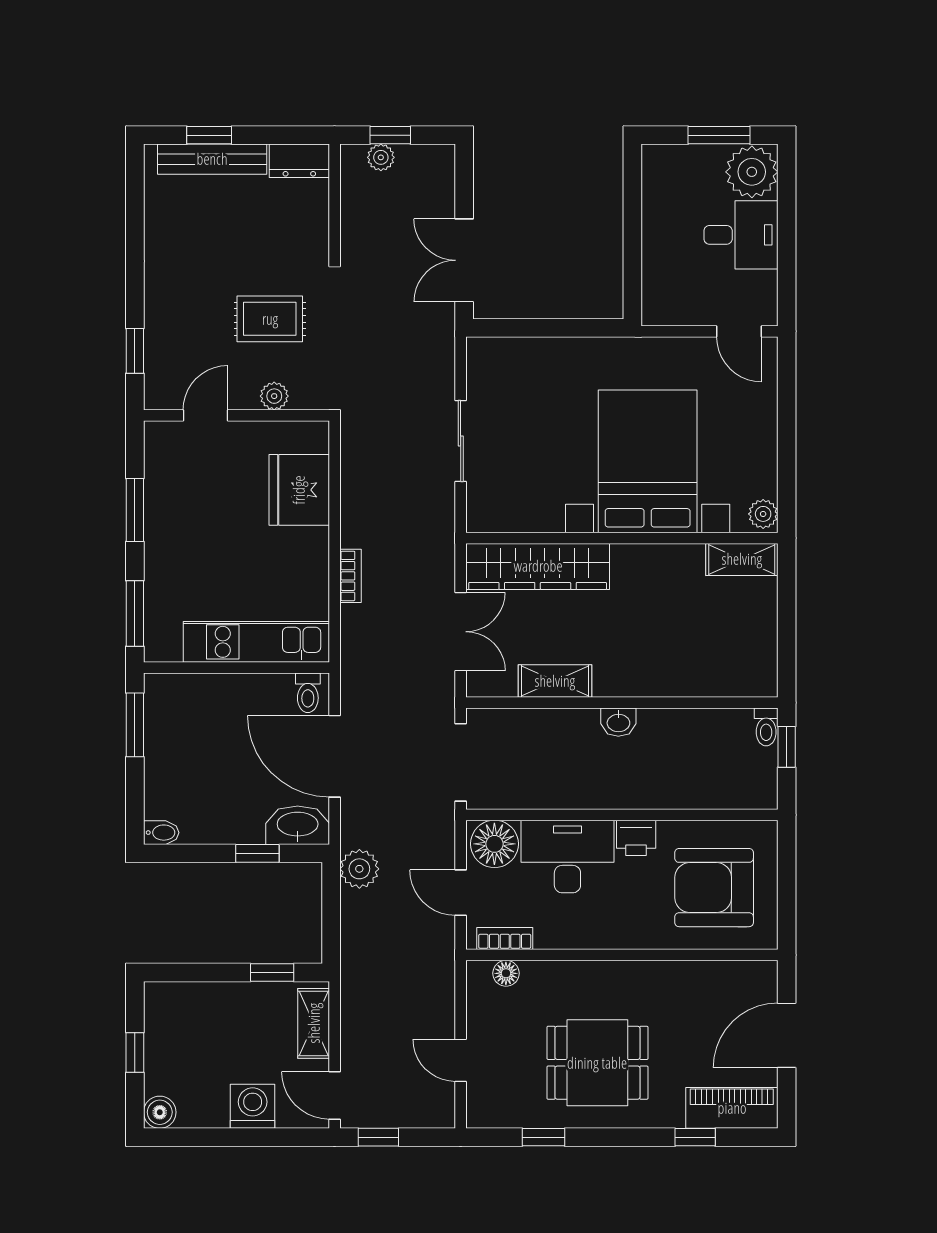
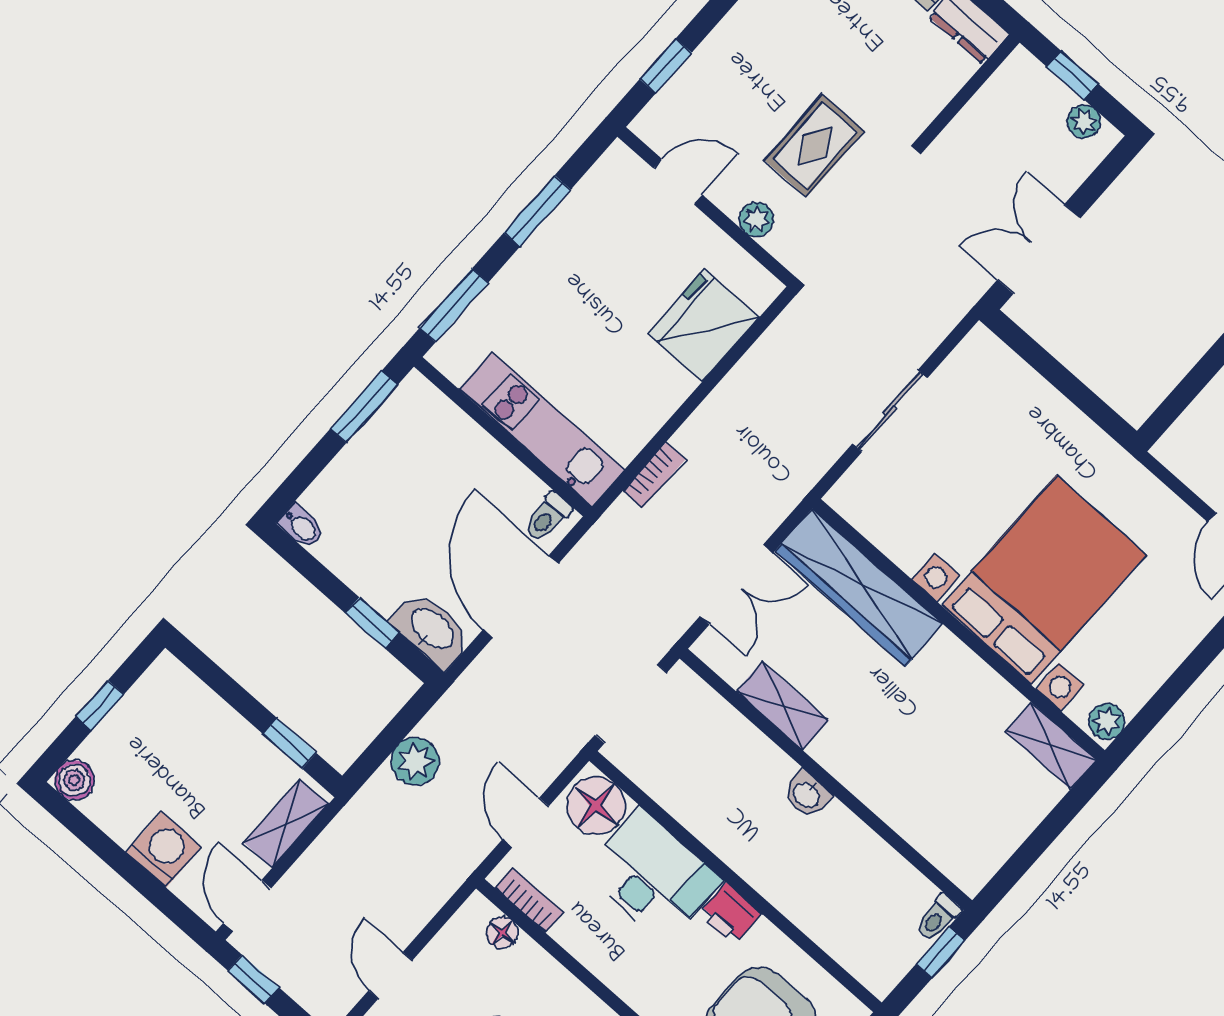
plant: (381, 157) -> (1084, 122), moved
rug: (270, 319) -> (815, 146), turned 90
bookcase: (350, 576) -> (654, 475), moved
plant: (359, 869) -> (415, 761), moved

